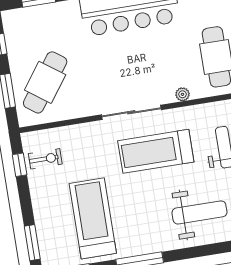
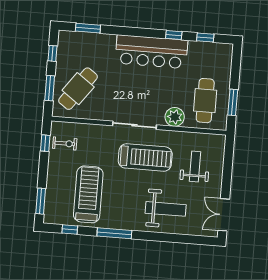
plant: (182, 94) -> (175, 117), width x1.88, depth x1.88
treadmill: (156, 151) -> (145, 157), turned 180

